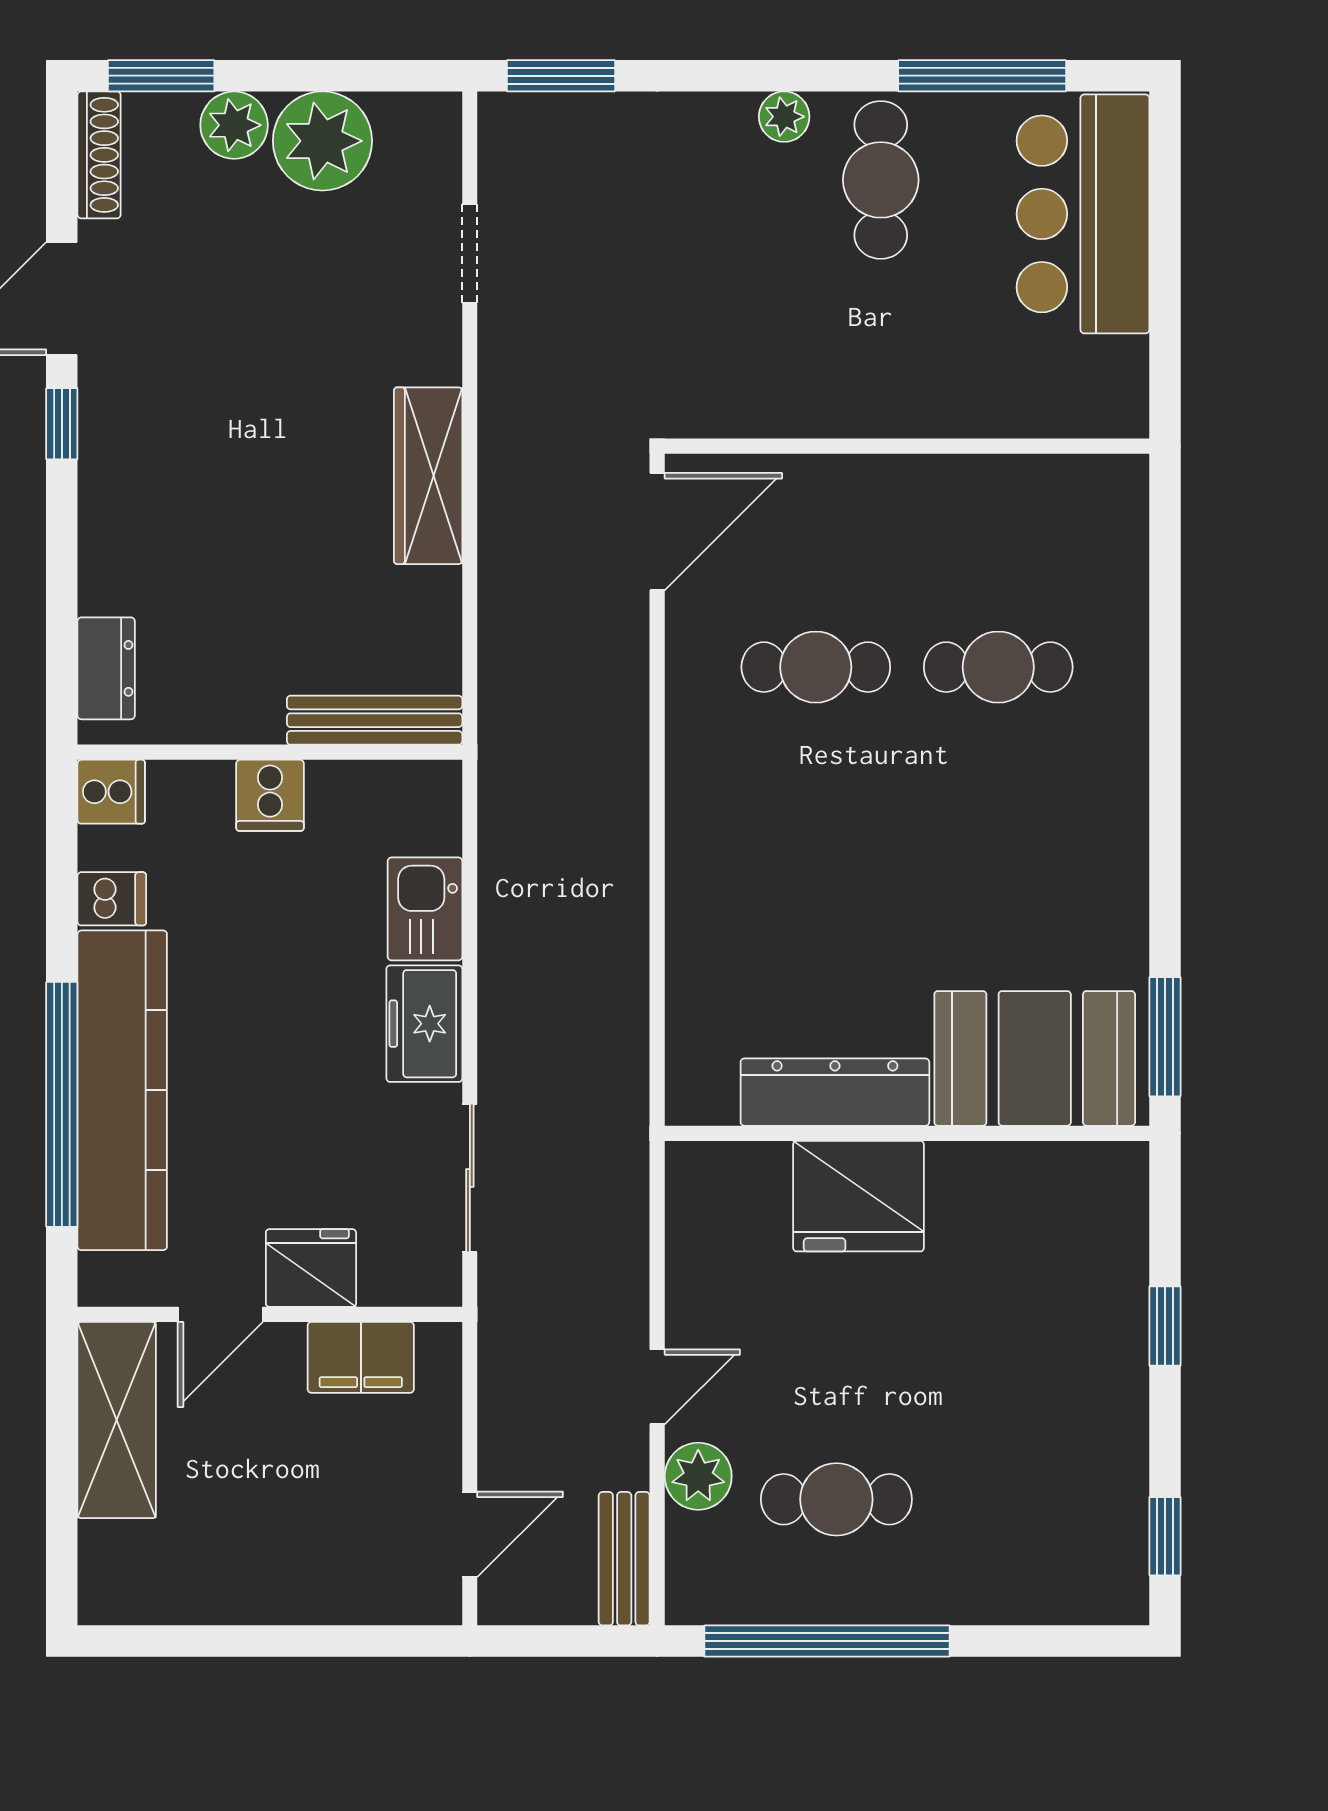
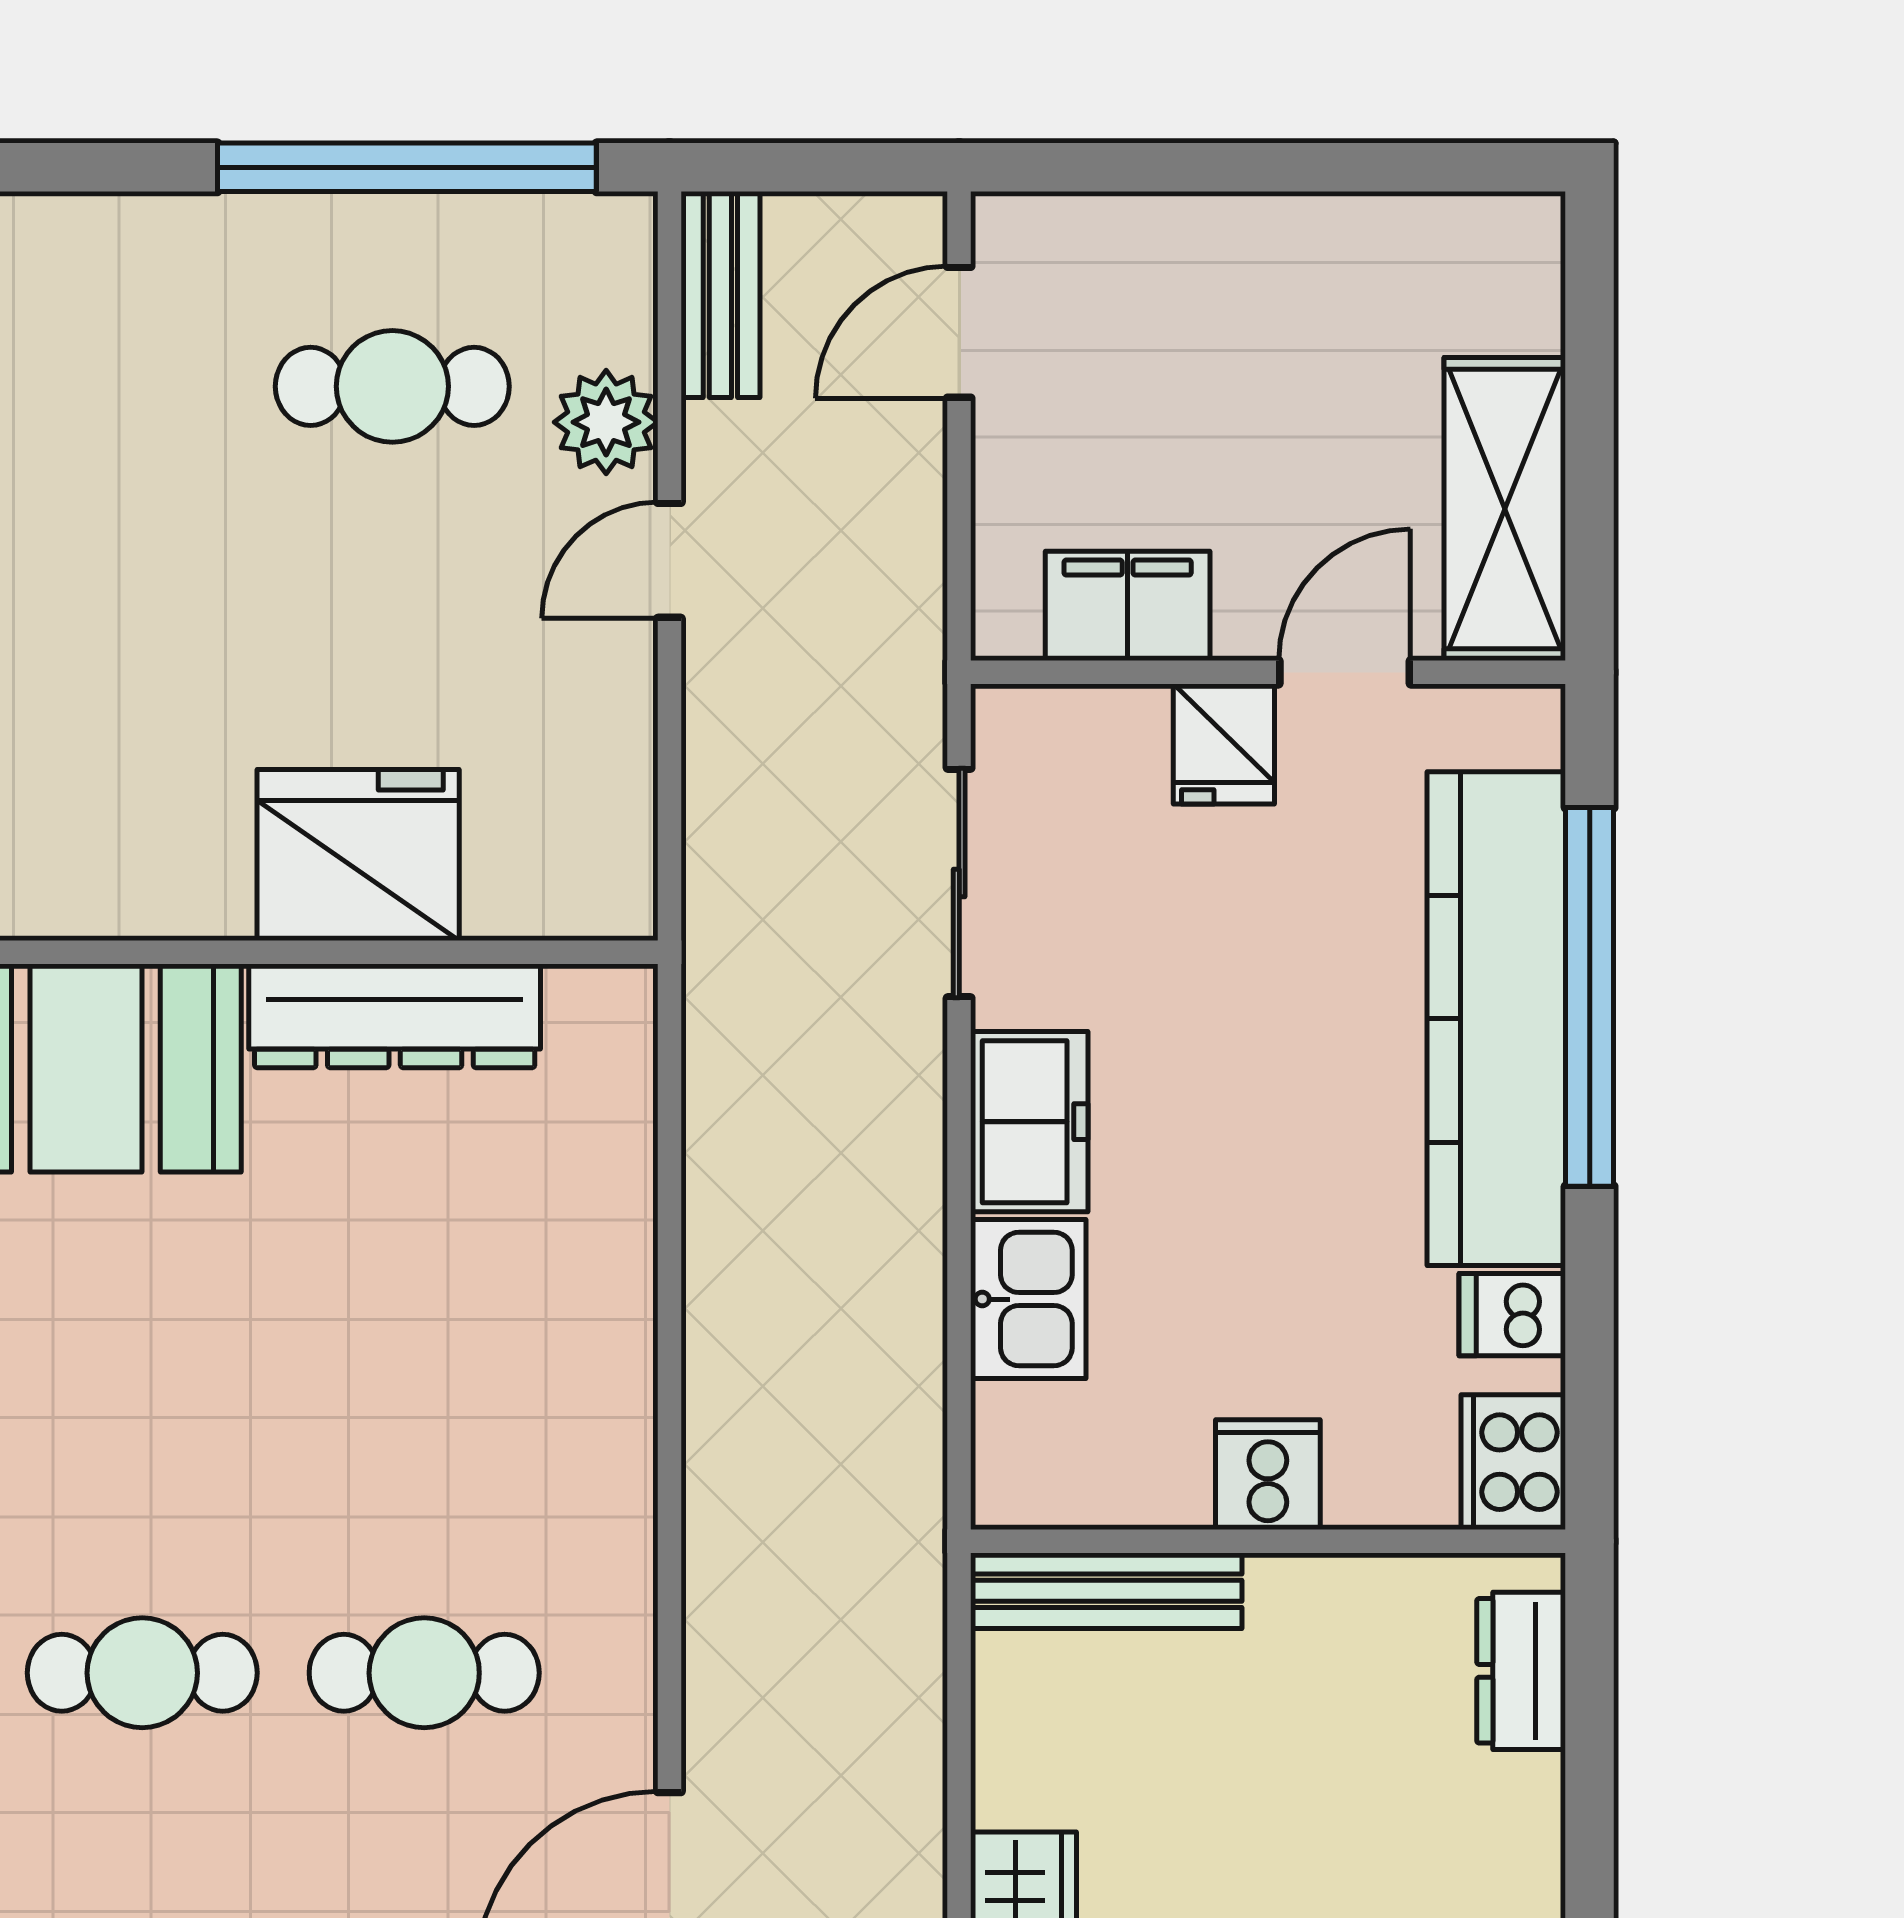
cooker: (111, 792) -> (1513, 1462), width x1.36
fridge: (311, 1268) -> (1224, 744), width x0.72

